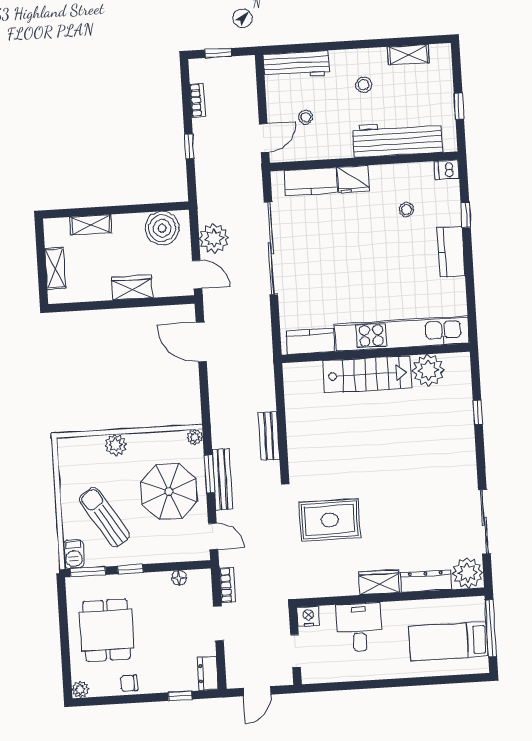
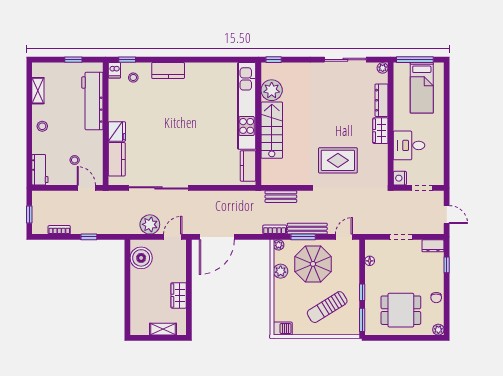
workbench: (296, 65) -> (40, 170), width x0.73
stool: (364, 85) -> (42, 126), moved
stool: (406, 210) -> (133, 78), moved
window: (466, 215) -> (127, 60), moved
shelving: (91, 225) -> (136, 304), removed
wardrobe: (132, 288) -> (179, 295), moved
kitchen unit: (402, 334) -> (247, 106), moved
kitchen counter: (310, 341) -> (248, 166), moved
door: (201, 342) -> (217, 237), width x1.36
wall: (376, 353) -> (258, 124), moved
plant: (428, 370) -> (272, 90), moved
stairs: (367, 374) -> (272, 130), moved
plant: (116, 445) -> (281, 271), moved
rug: (330, 520) -> (338, 160), turned 90
barbecue: (74, 554) -> (283, 329), moved
plant: (468, 573) -> (383, 68), width x0.53, depth x0.53
bookcase: (227, 585) -> (275, 230), moved

